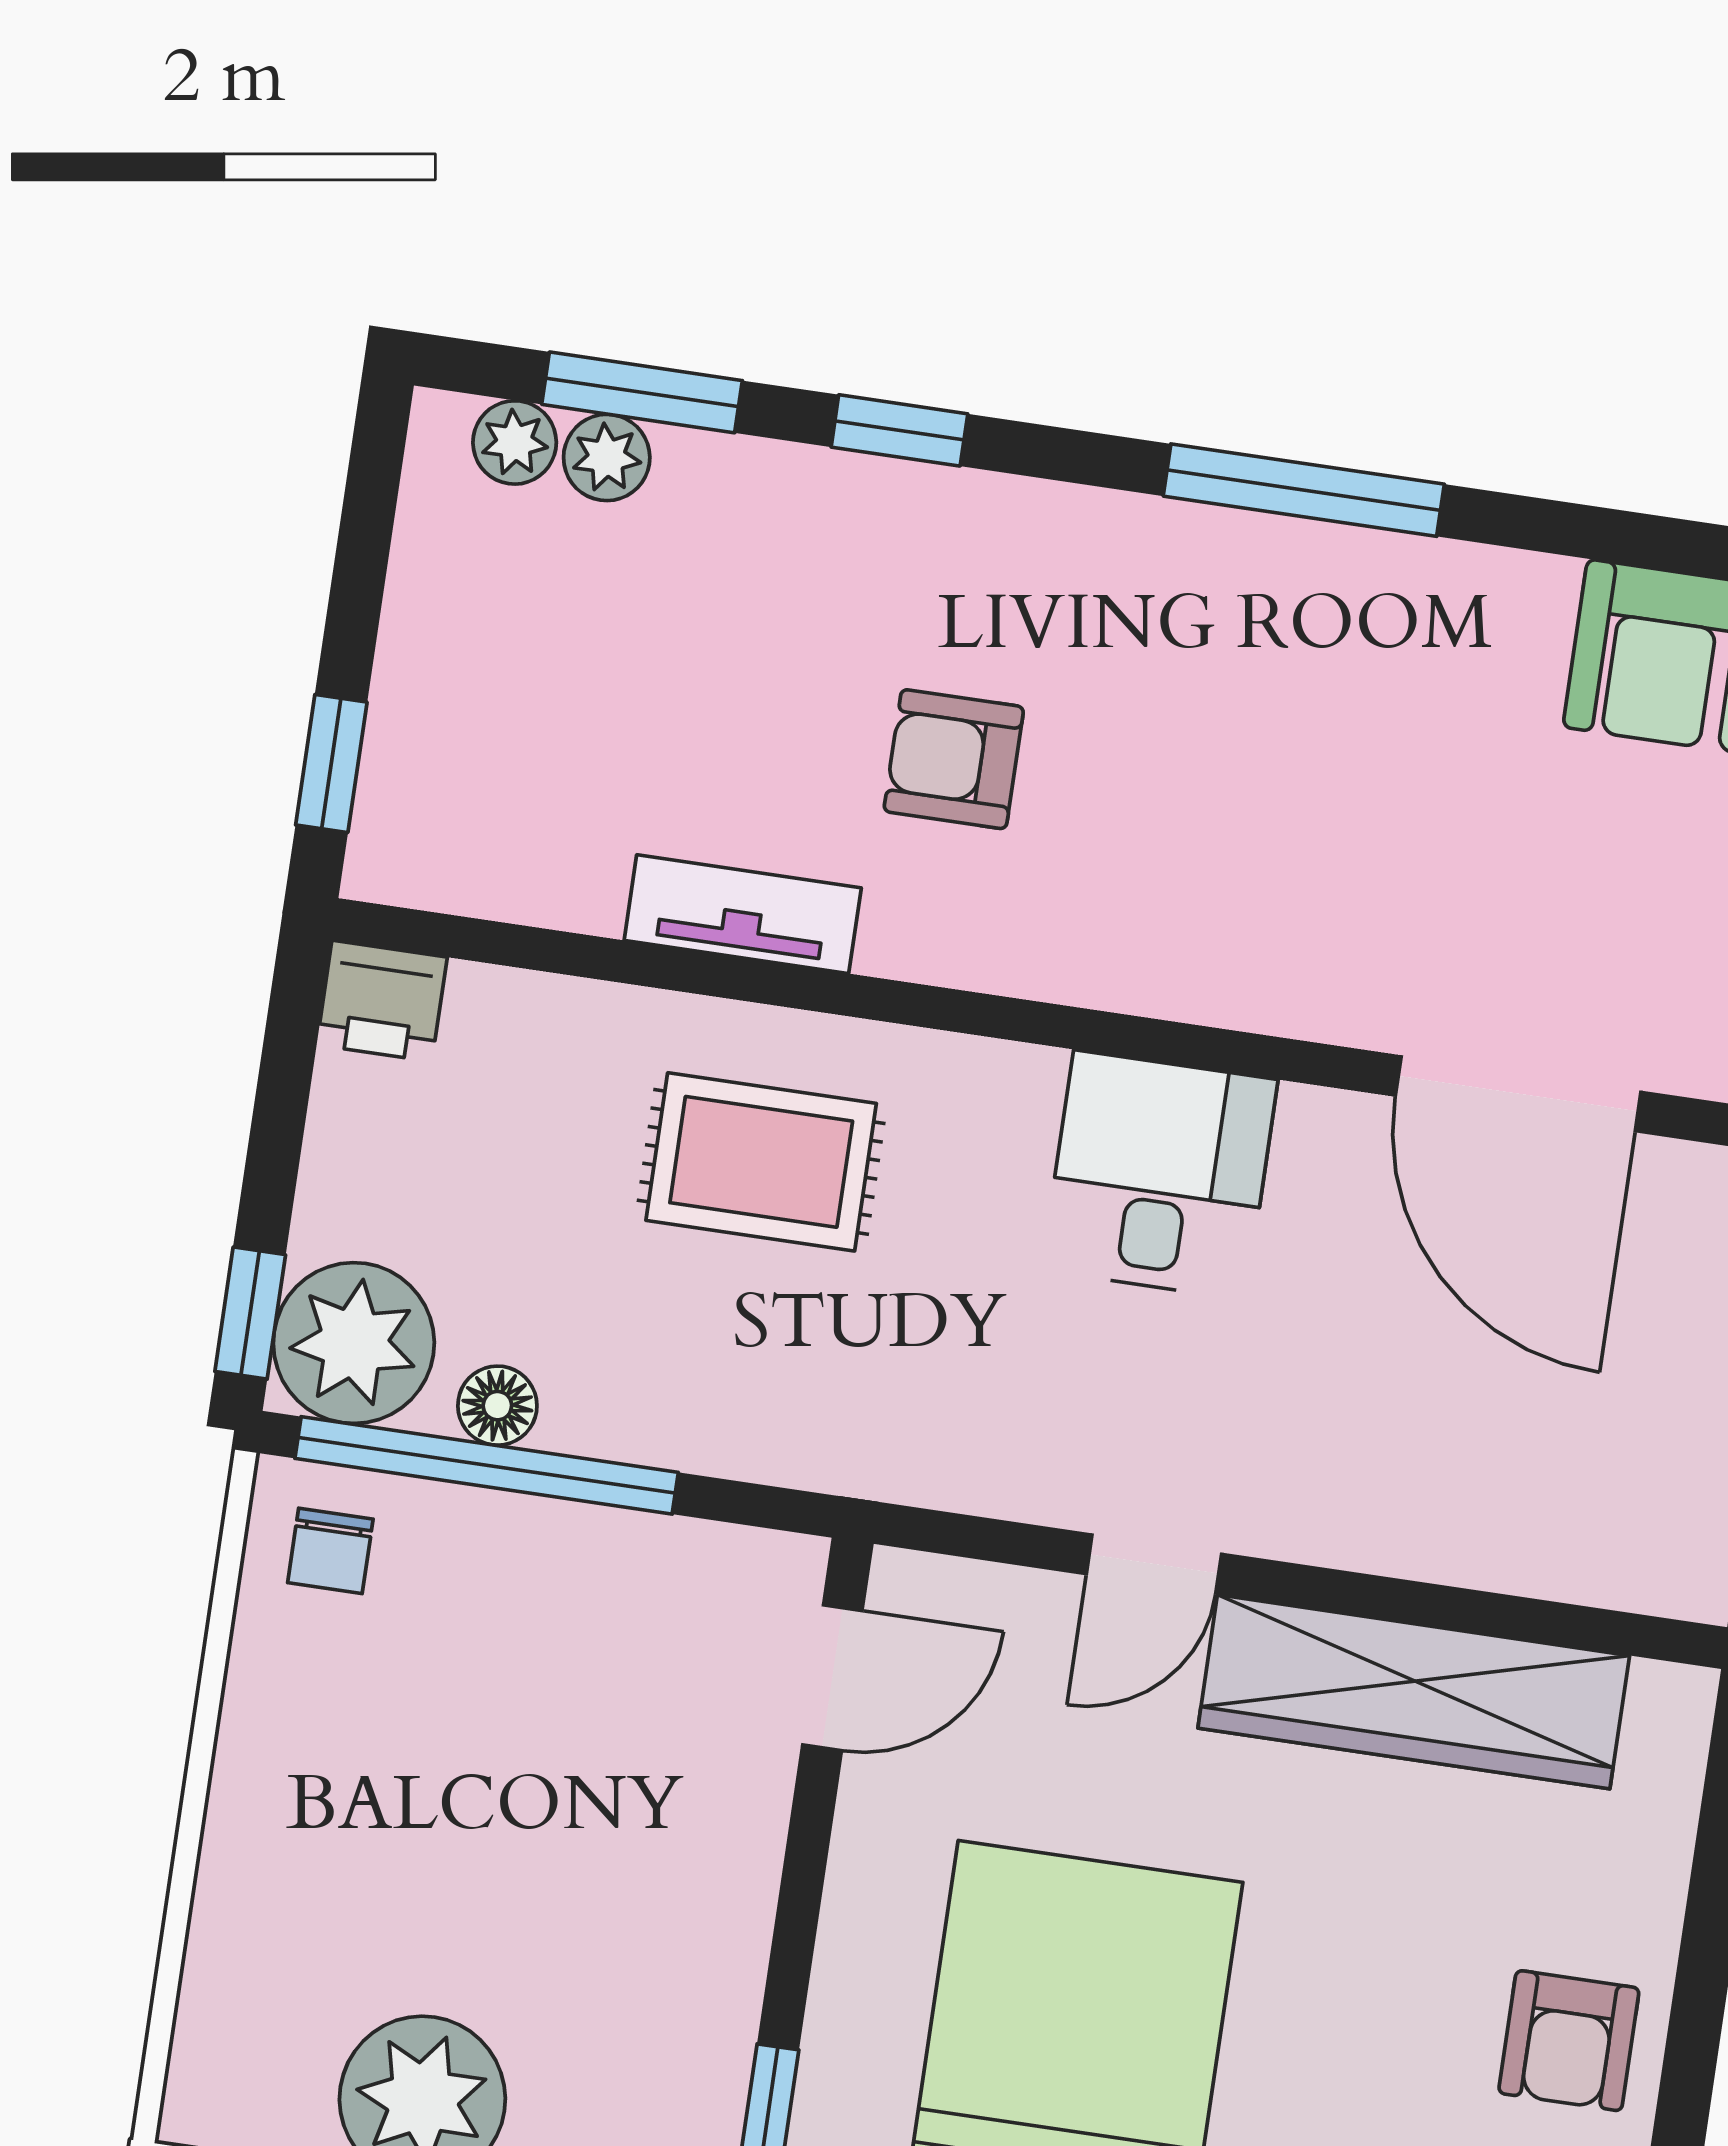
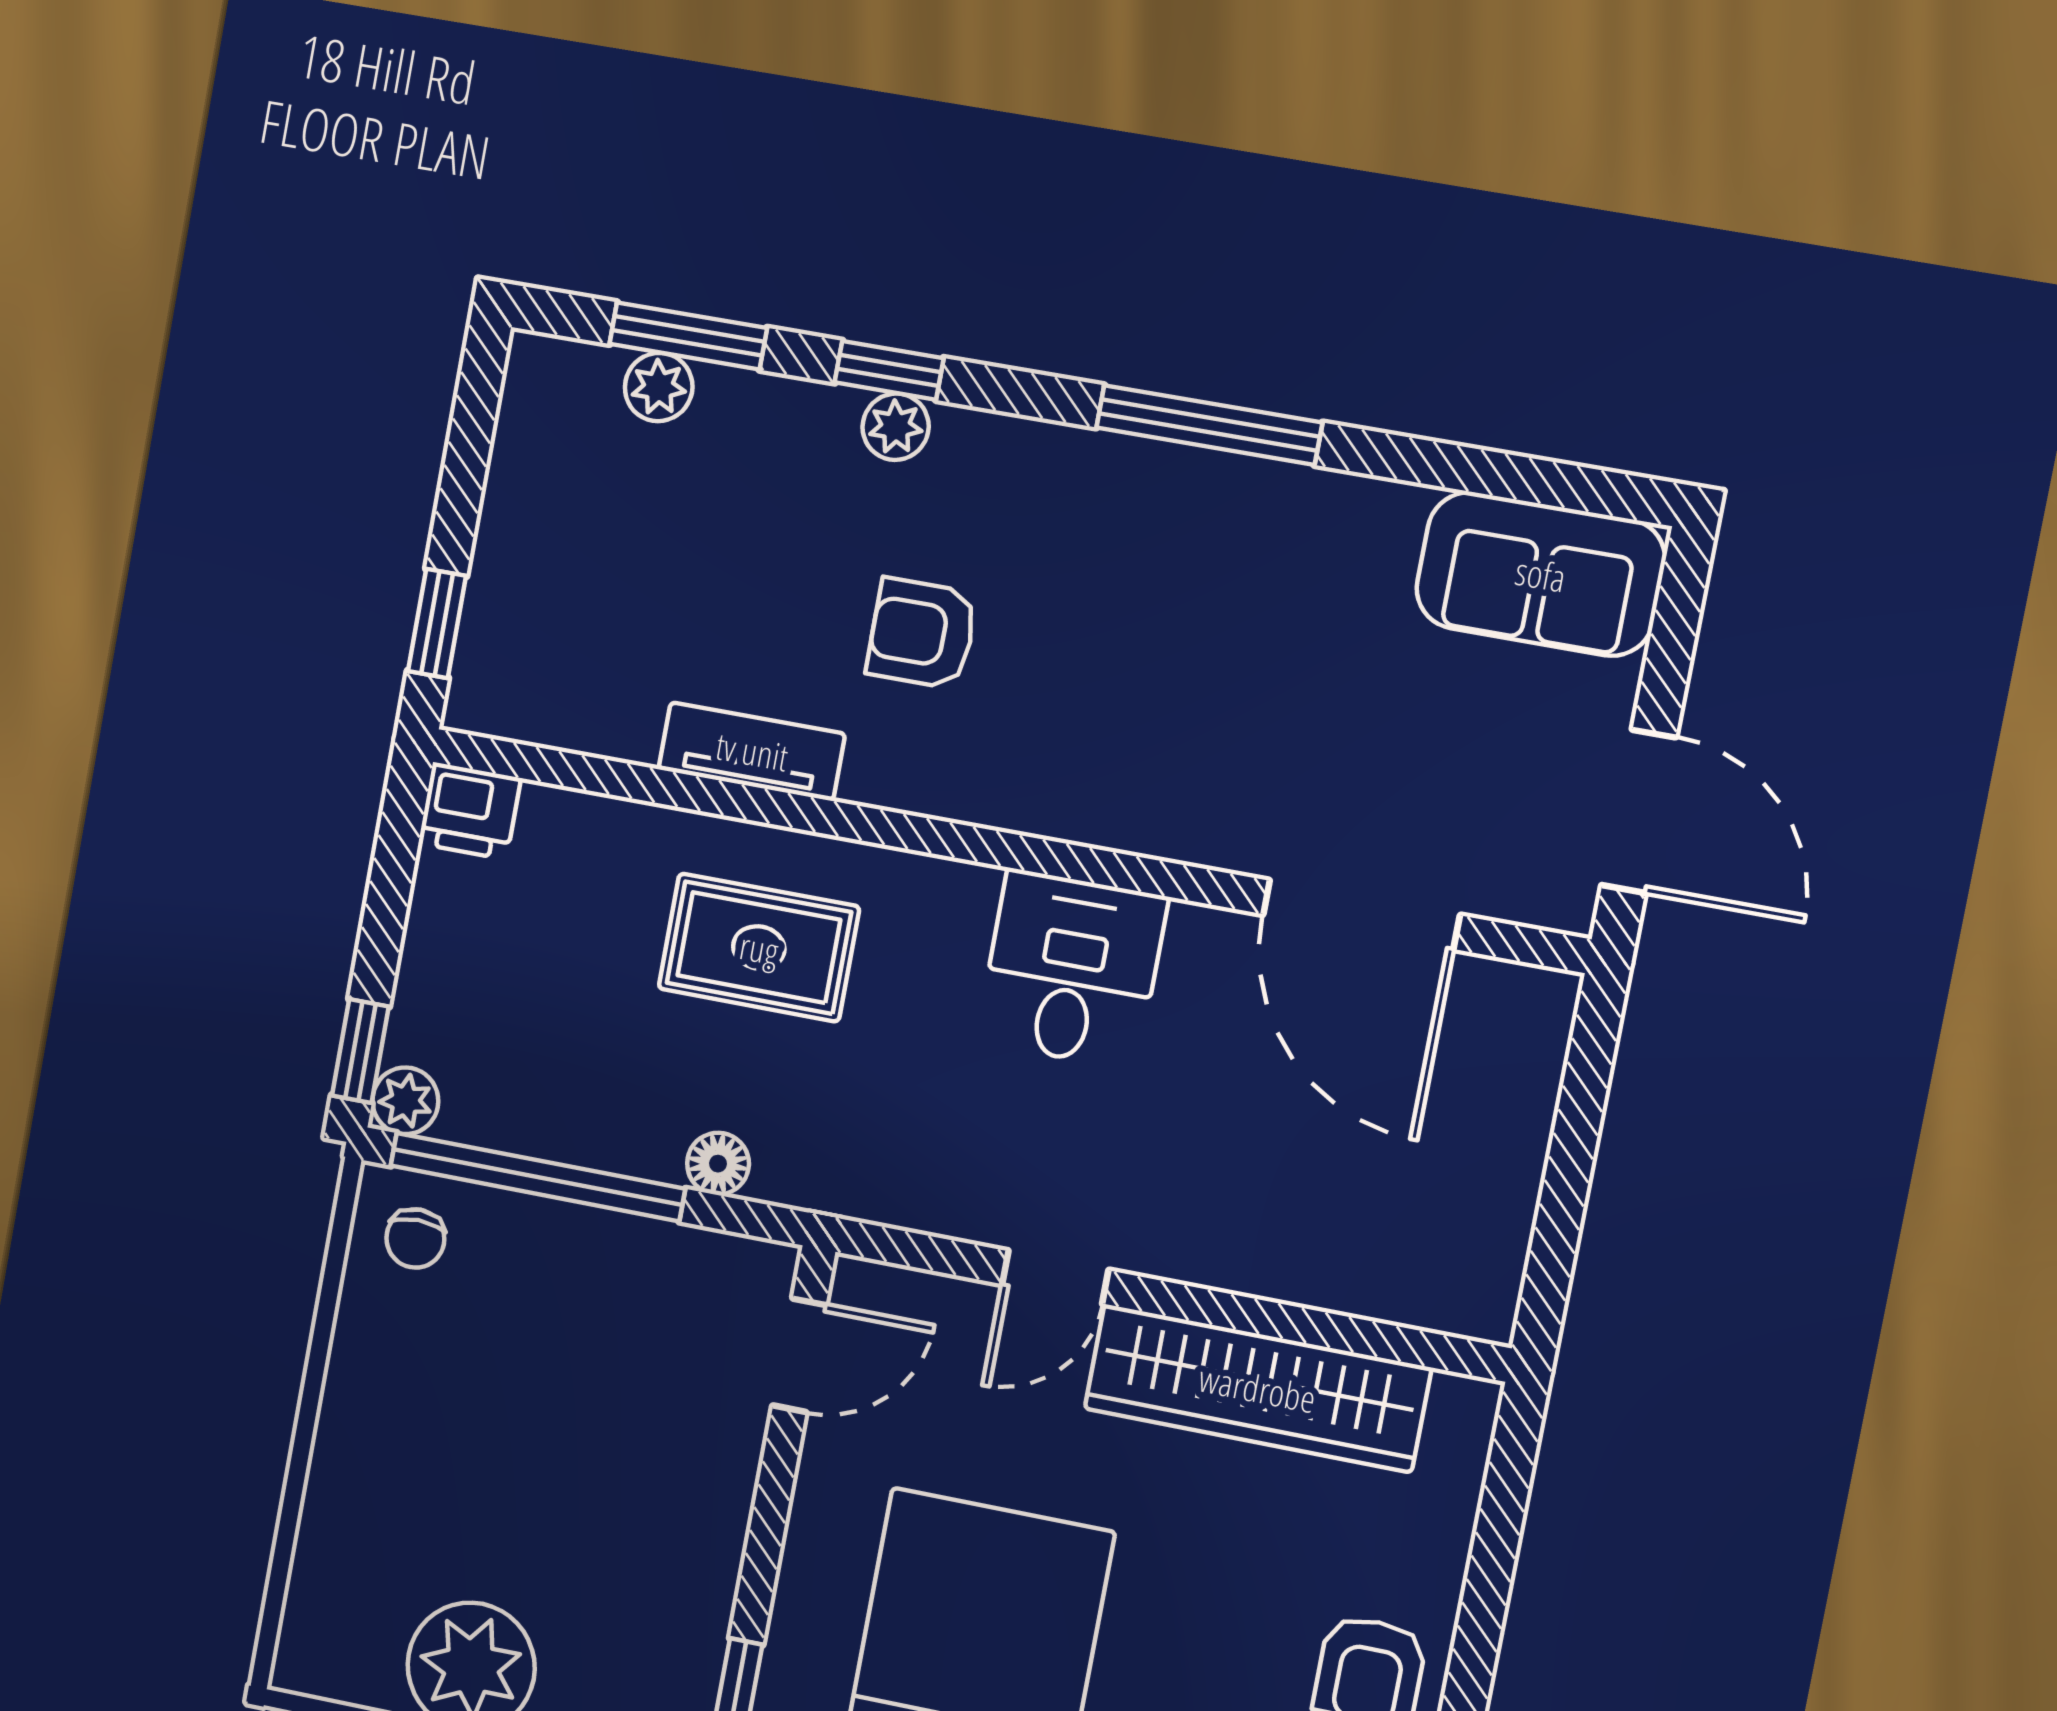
plant: (515, 442) -> (896, 427), moved
plant: (354, 1343) -> (405, 1101), width x0.53, depth x0.53
floor lamp: (497, 1406) -> (718, 1164), moved

